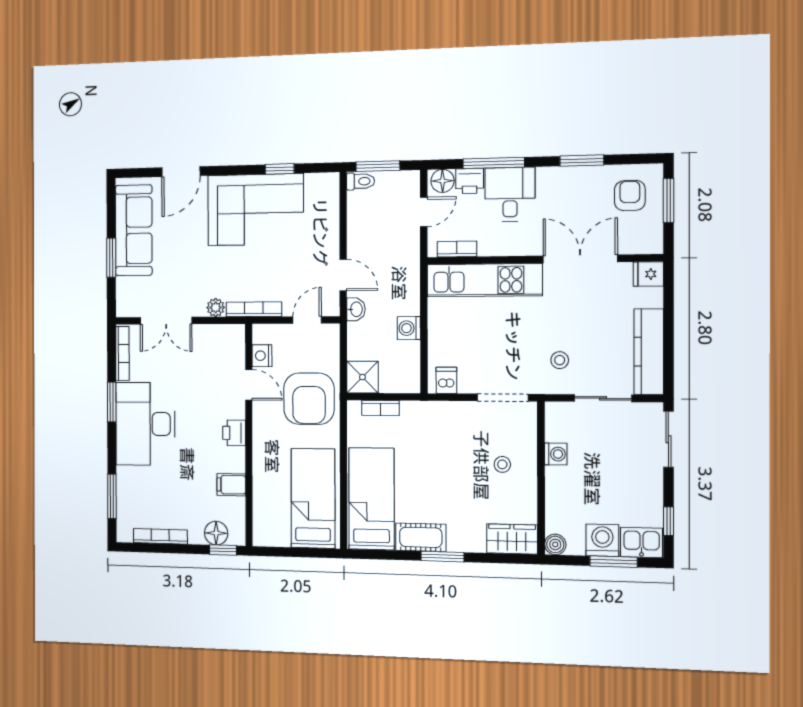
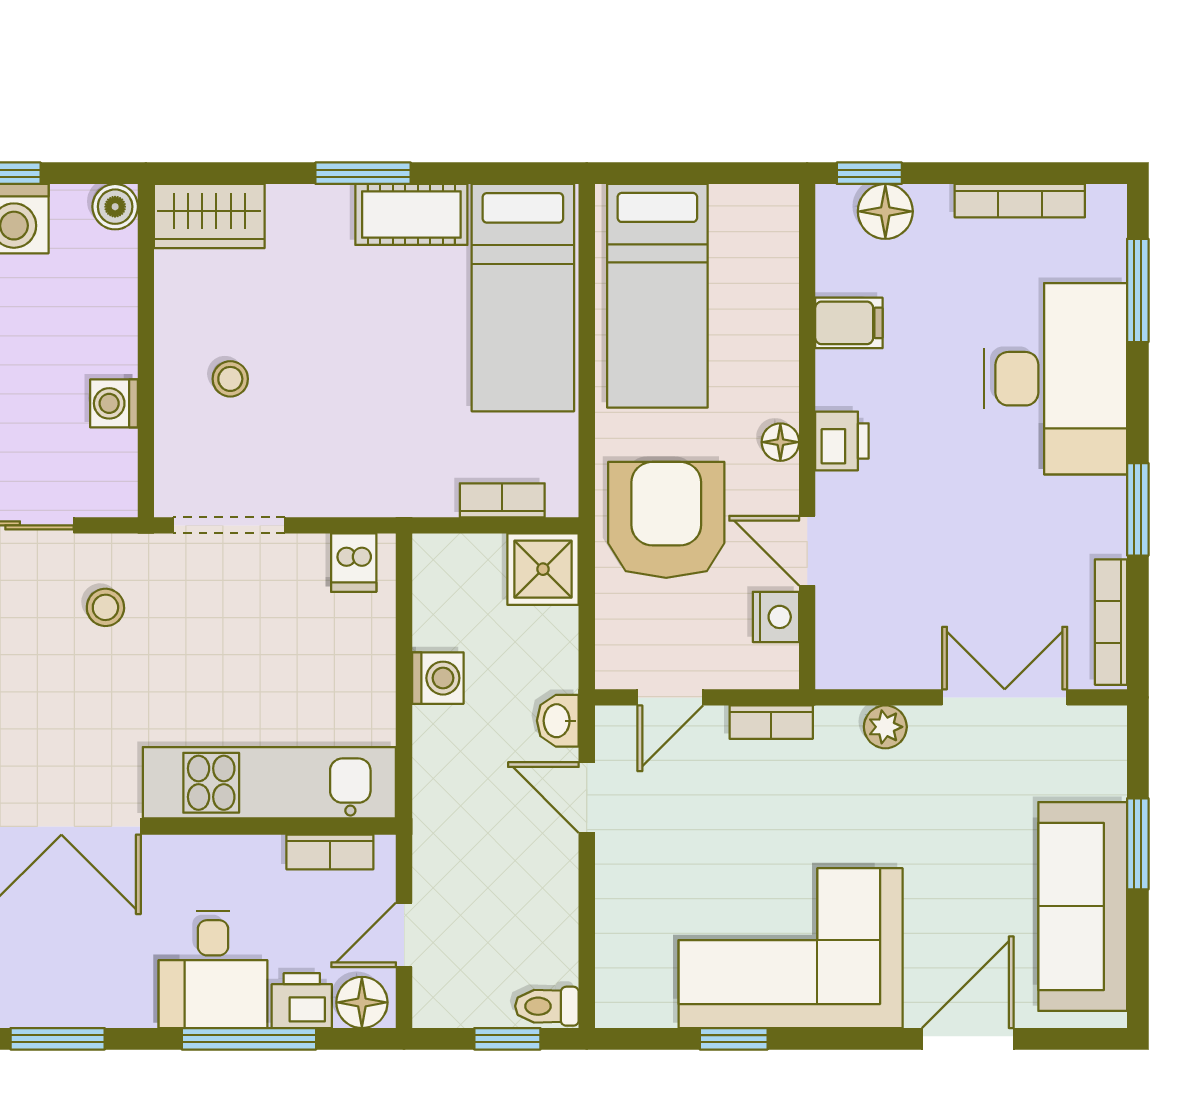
window: (378, 166) -> (507, 1039), width x0.67
bookcase: (254, 309) -> (771, 722), width x0.64
desk: (145, 424) -> (1055, 379), moved
floor lamp: (260, 433) -> (780, 442), added

